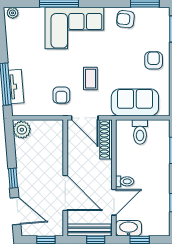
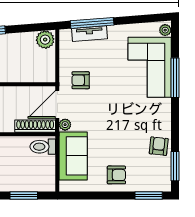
corner sofa: (74, 28) -> (150, 67), moved
coffee table: (90, 79) -> (98, 110), removed
plant: (105, 110) -> (65, 125), added
toilet: (140, 132) -> (43, 147), moved

